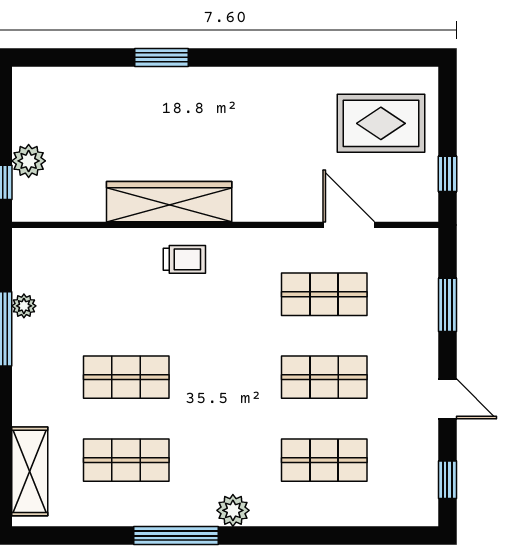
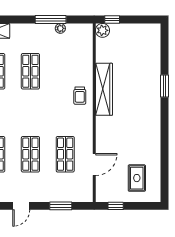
rug: (381, 123) -> (137, 178), width x0.73, depth x0.70
plant: (29, 161) -> (103, 30), moved

